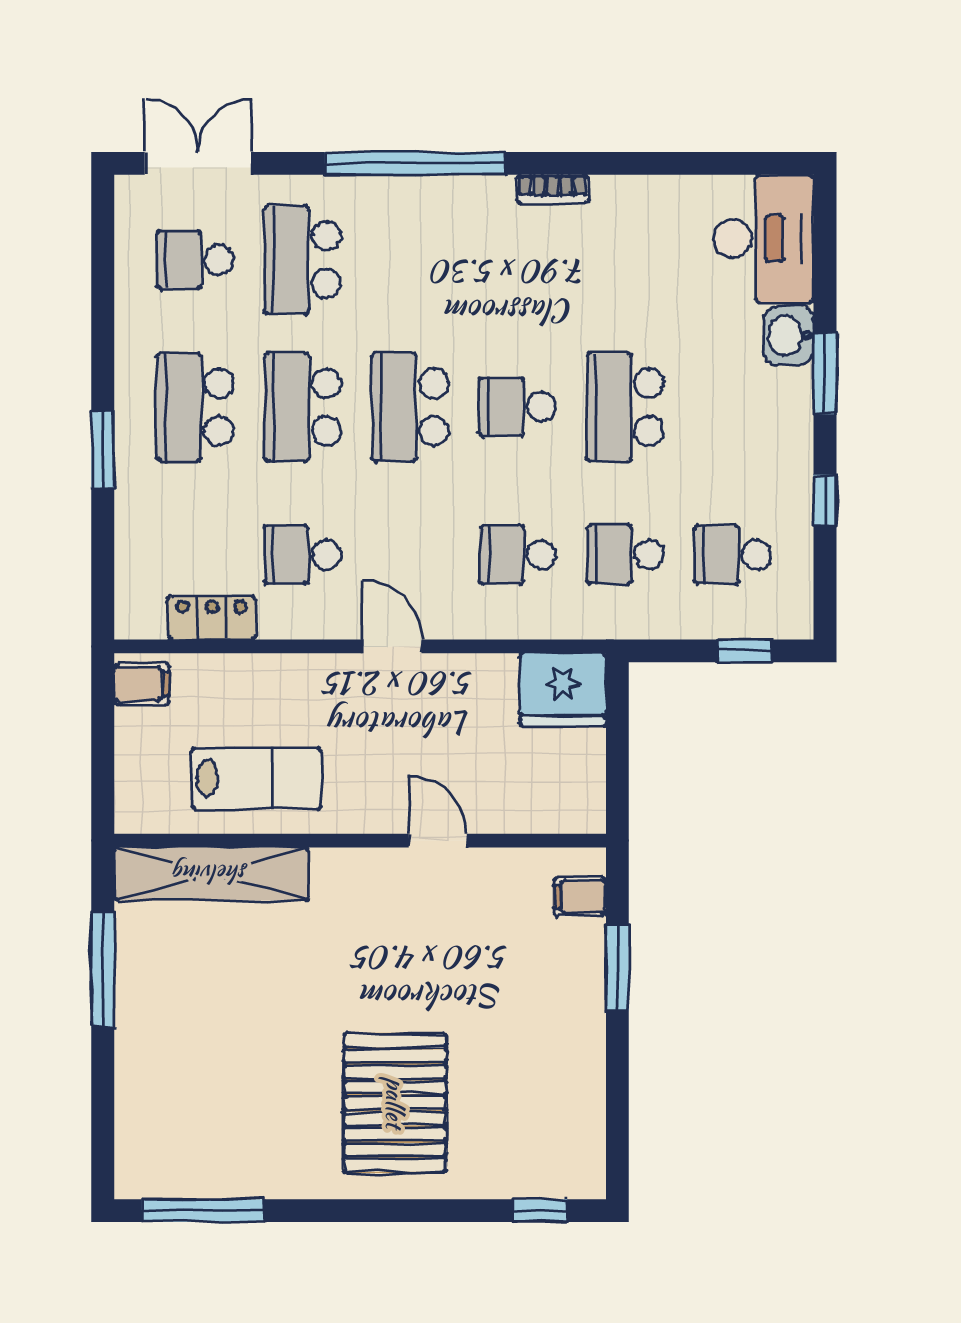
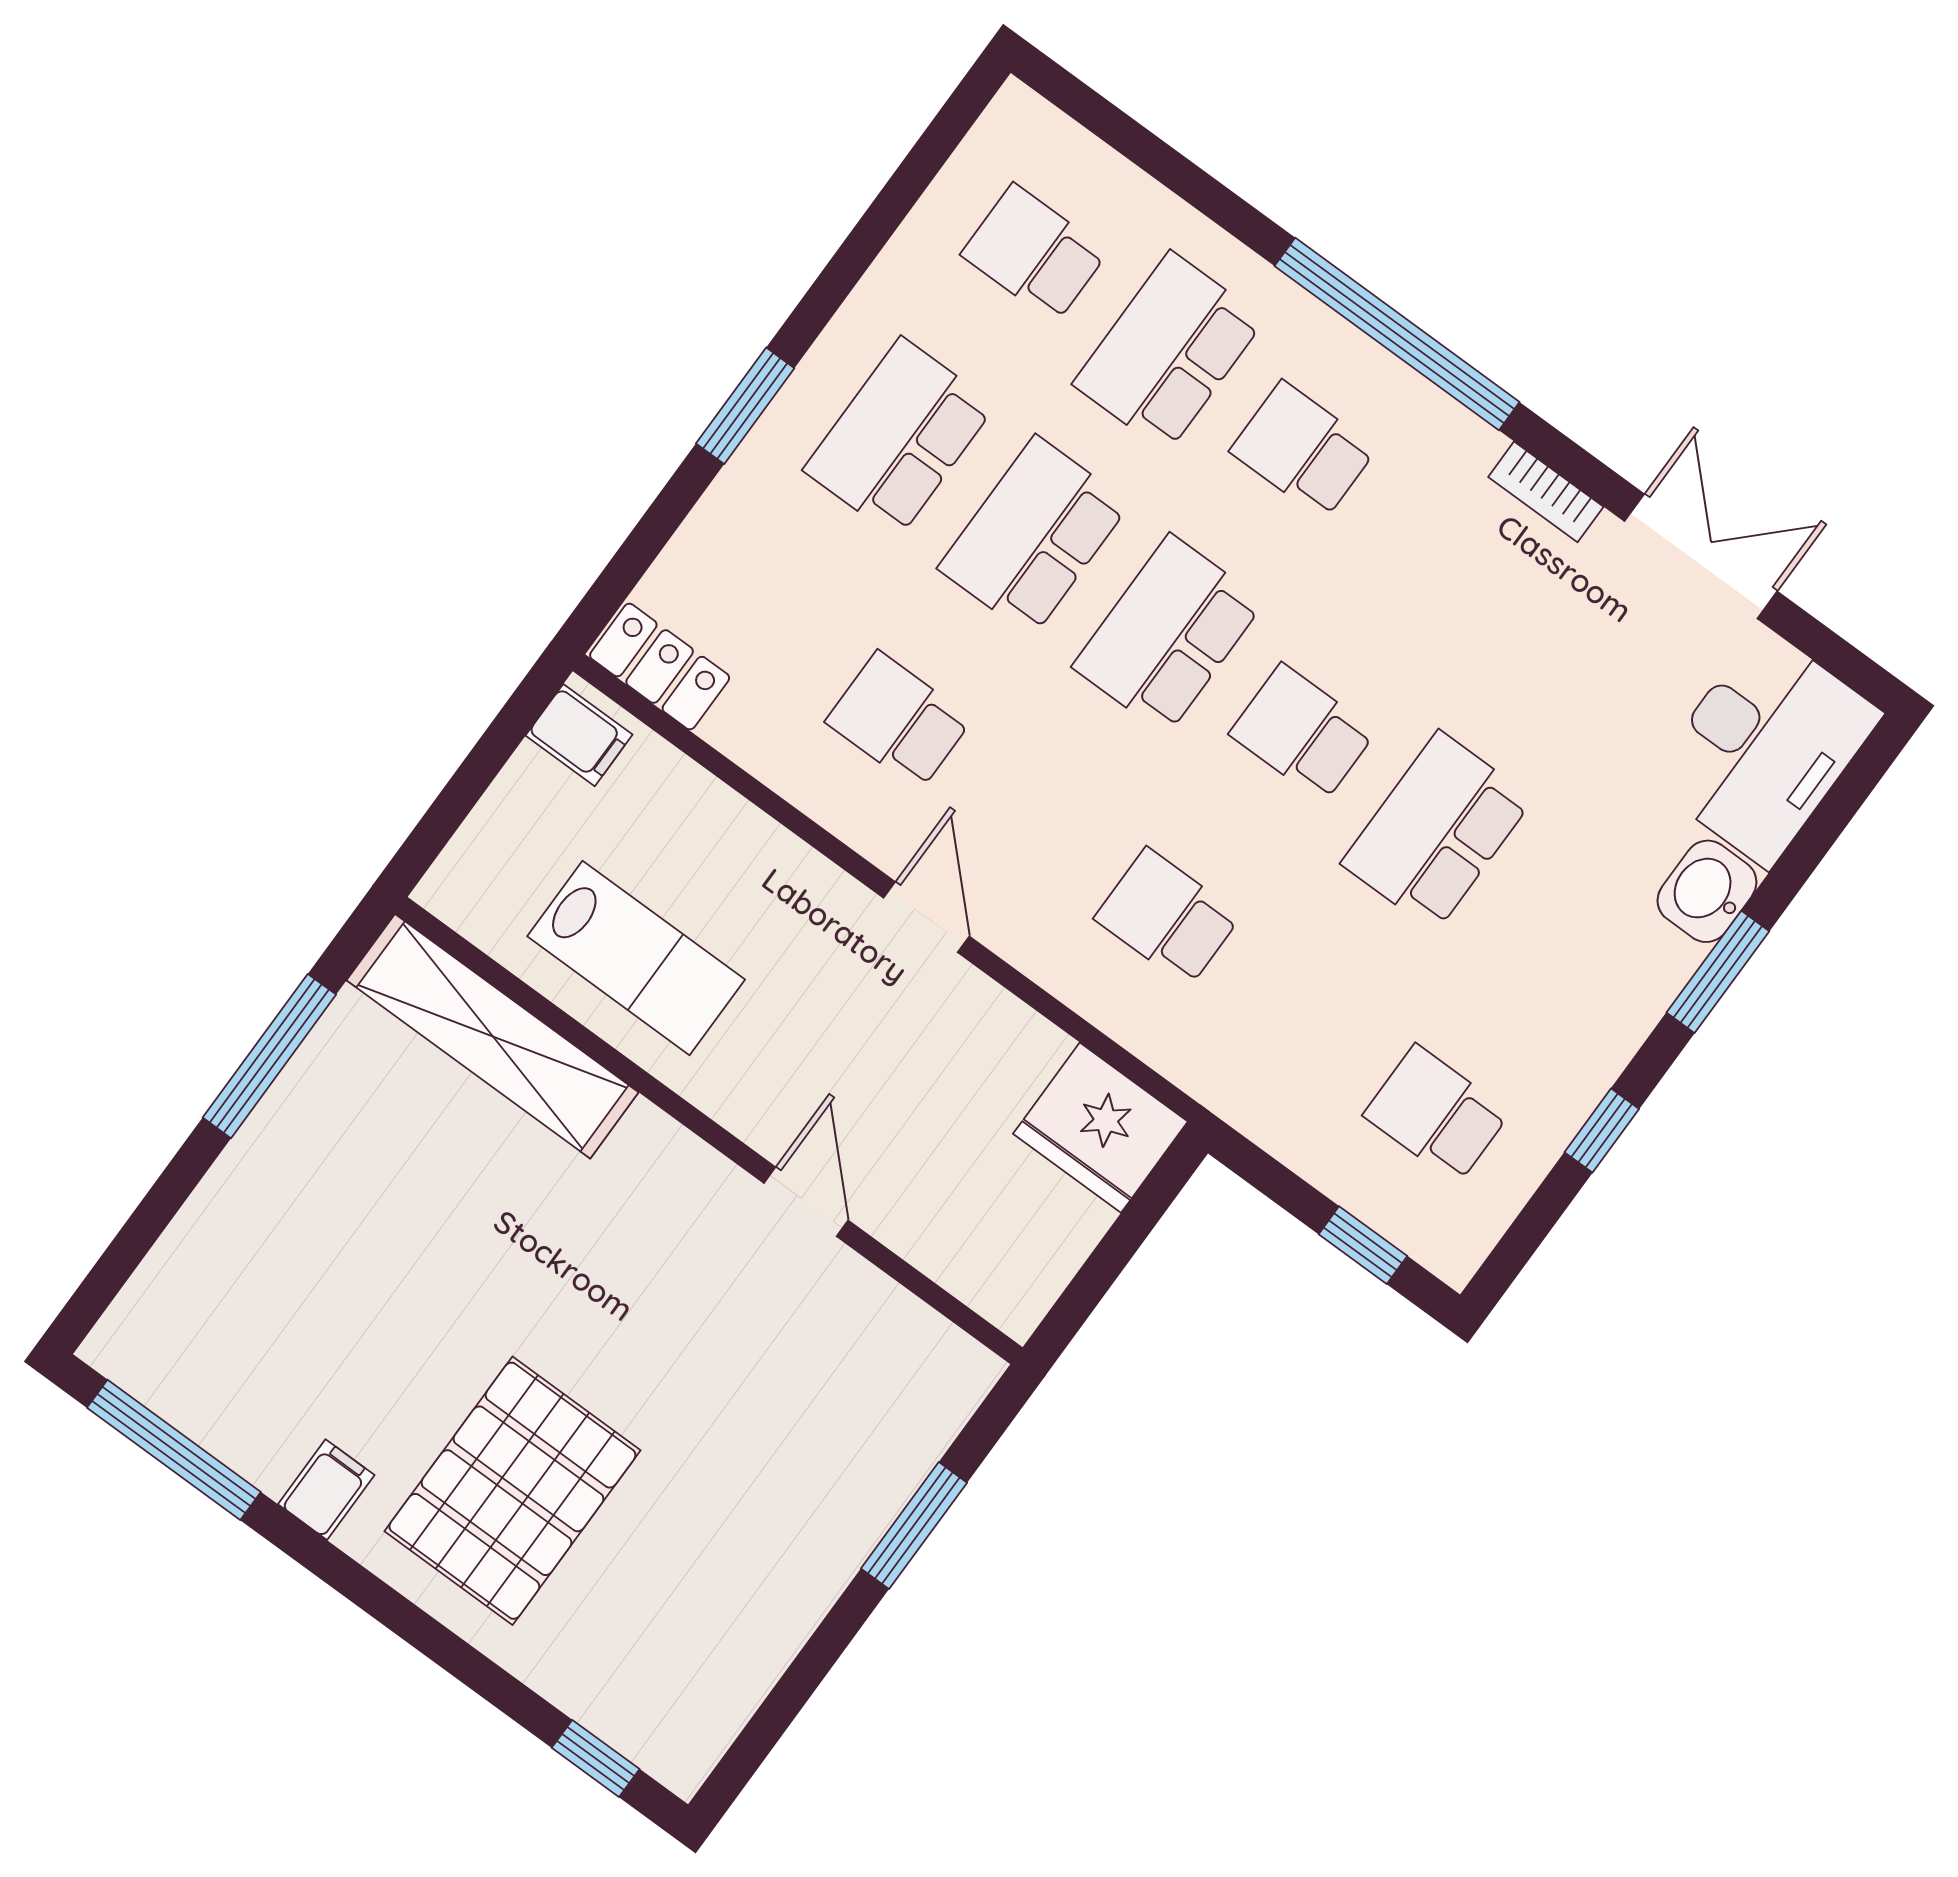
double door: (198, 163) -> (1701, 556), moved
school desk: (625, 555) -> (1303, 450), moved
locker: (212, 618) -> (660, 667), moved
filing cabinet: (580, 897) -> (326, 1490), moved, turned 90

